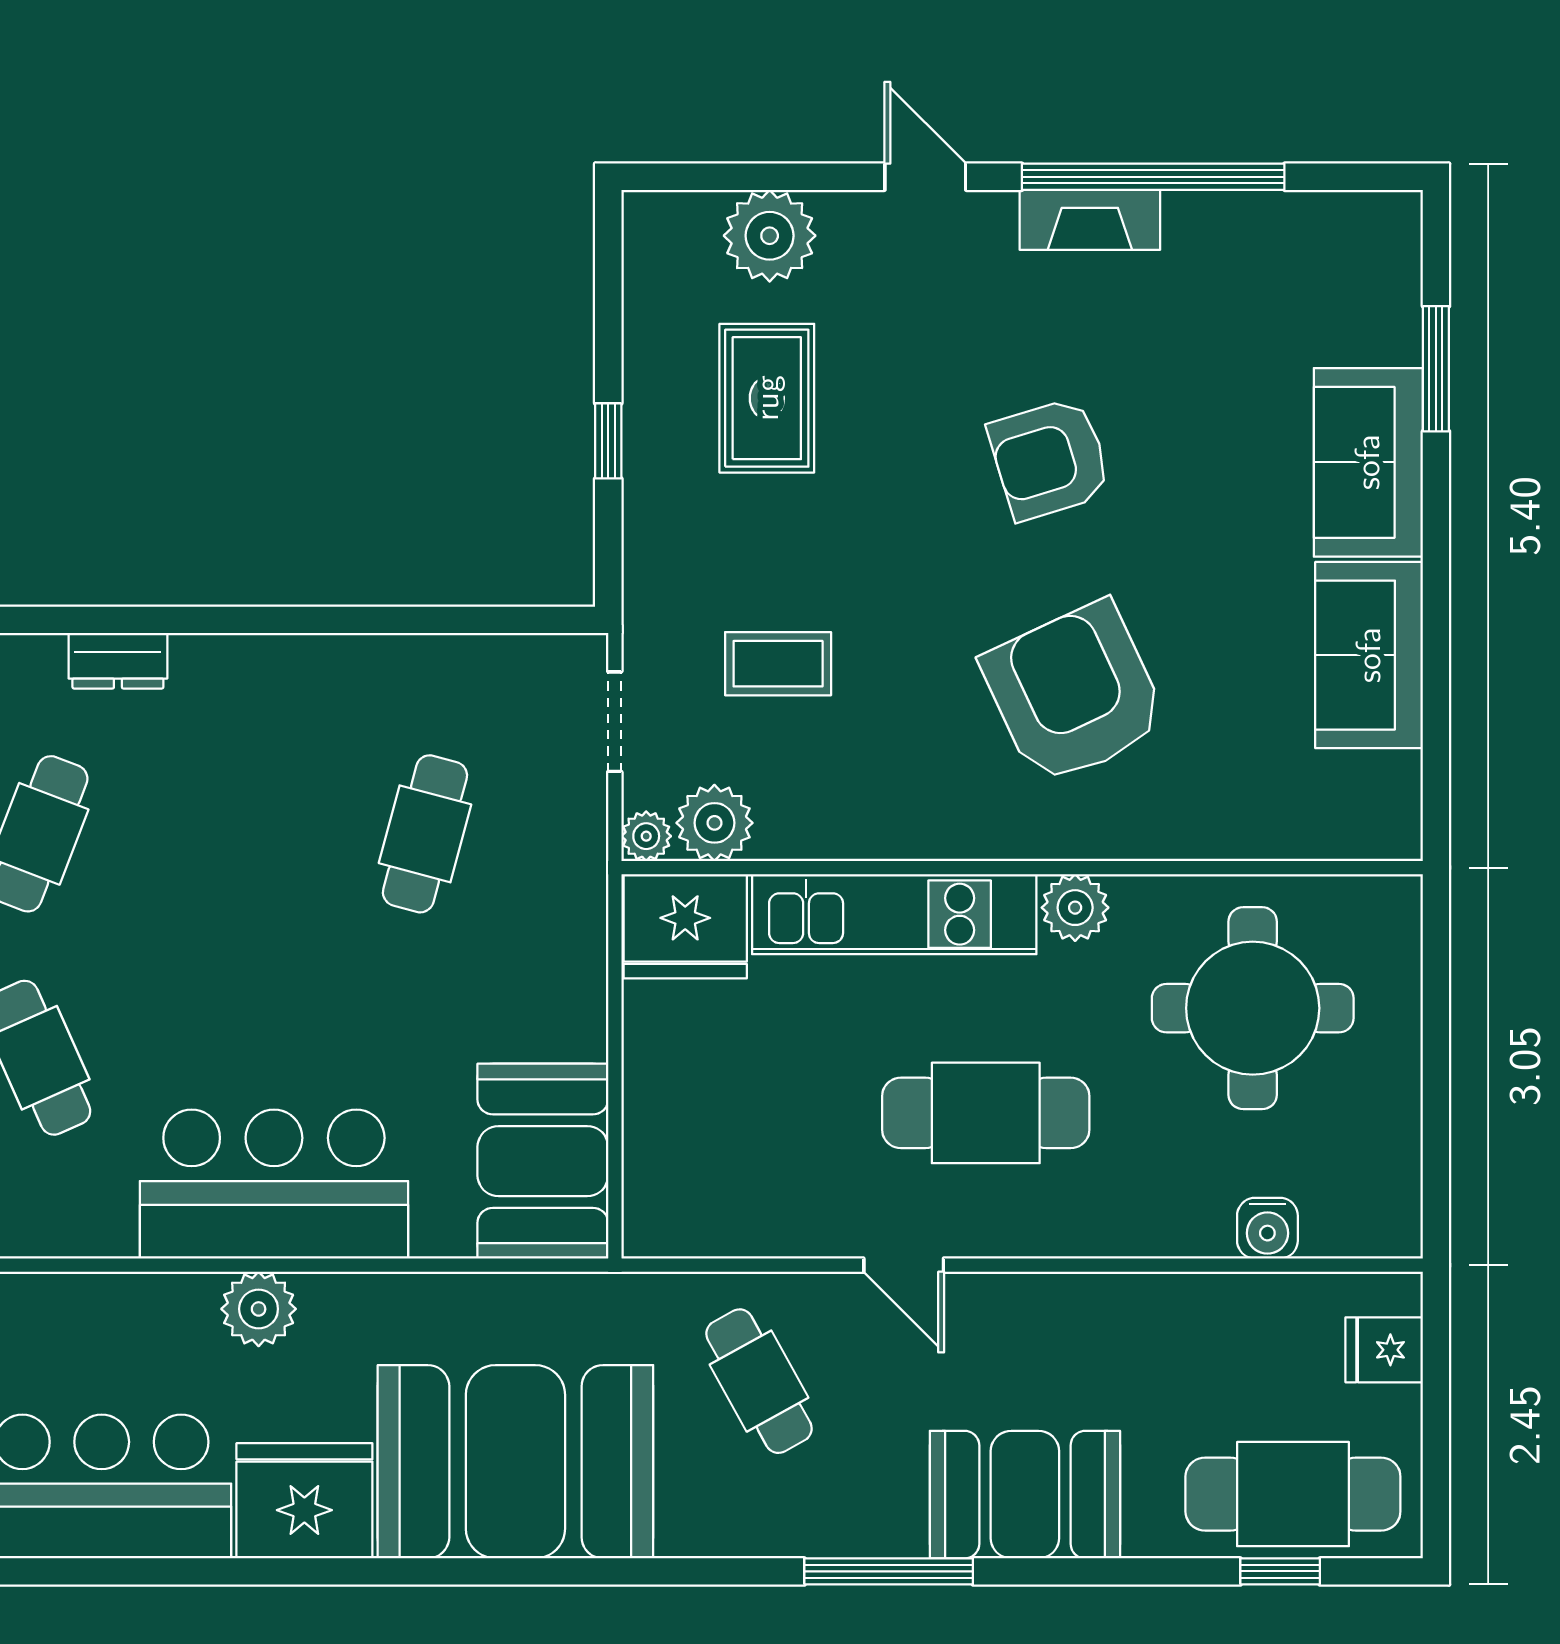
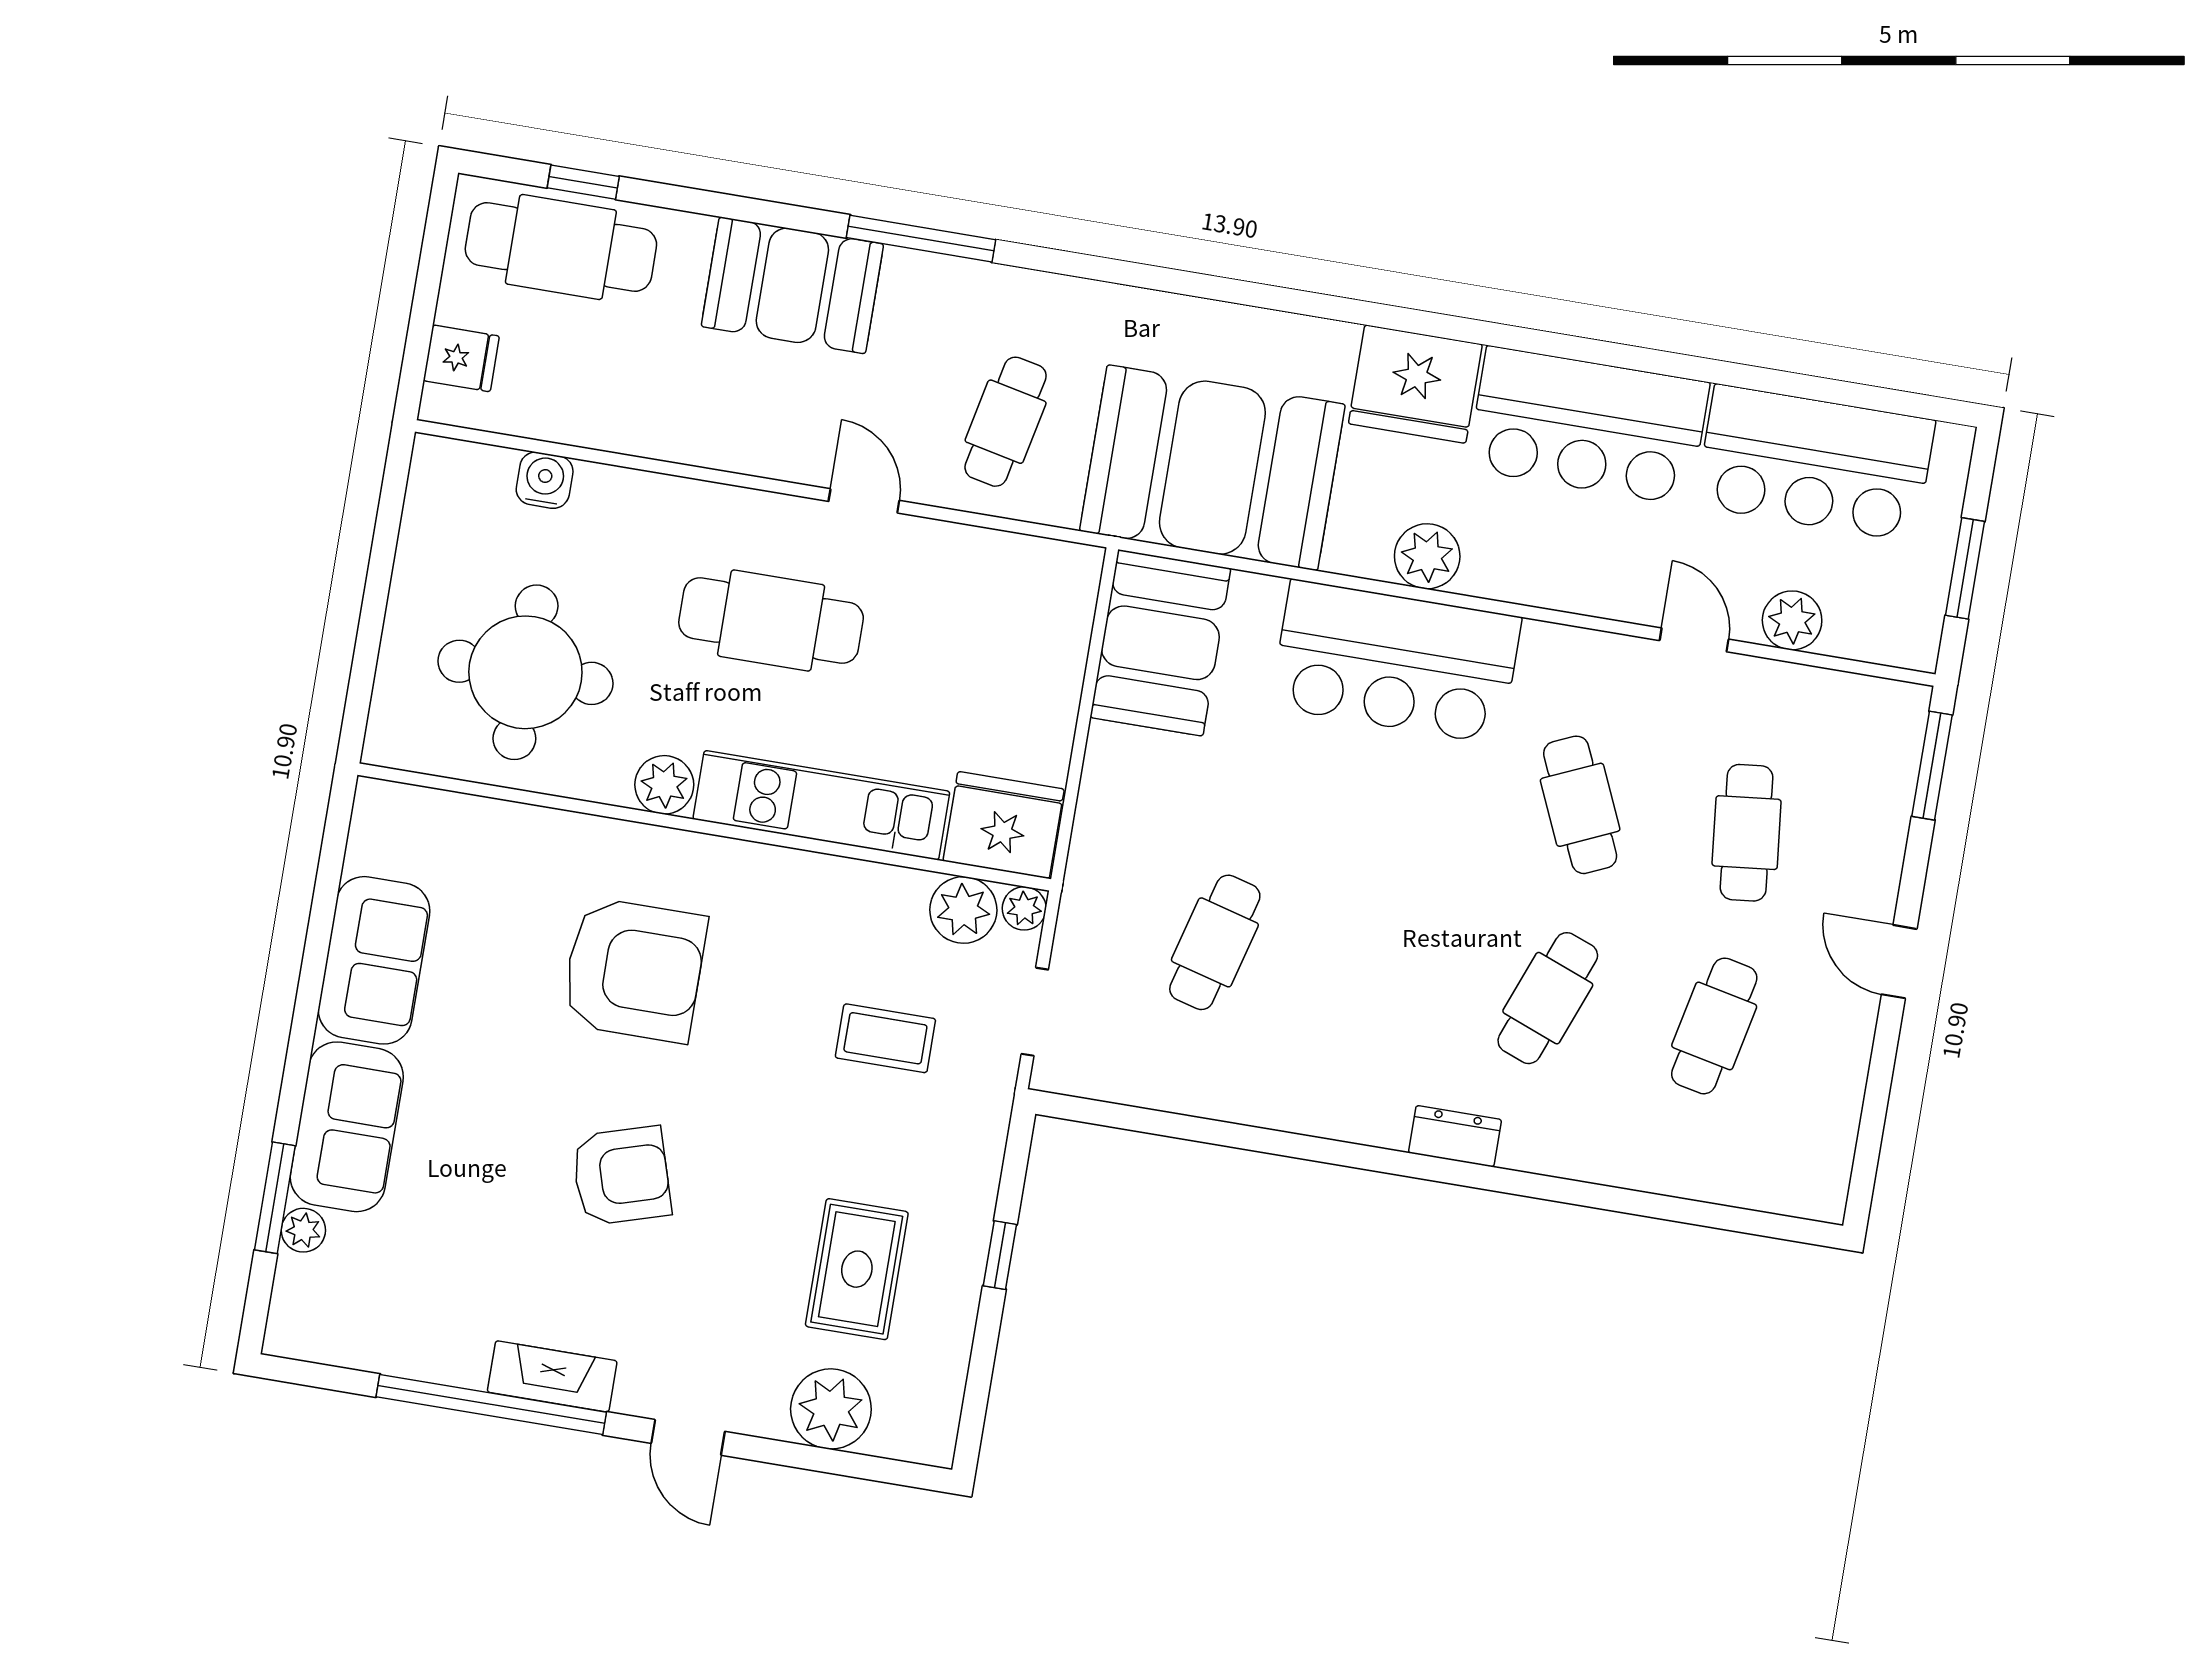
plant: (1398, 338) -> (303, 1230), added
armchair: (1074, 693) -> (634, 970), turned -65
cafe table: (759, 1381) -> (1006, 422), turned 41
booth: (515, 1462) -> (1212, 468), moved

